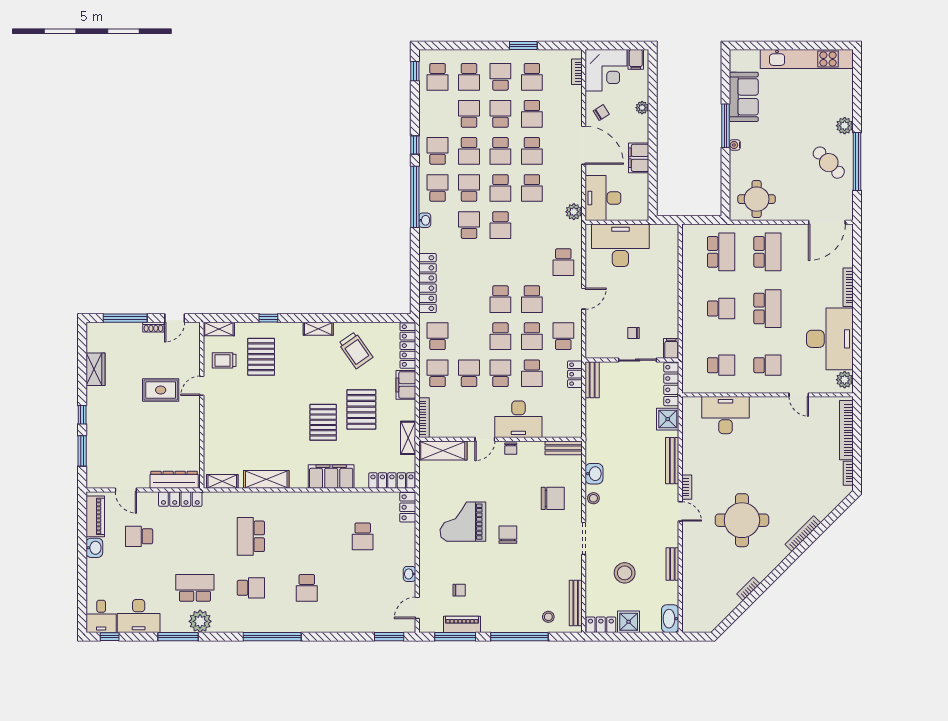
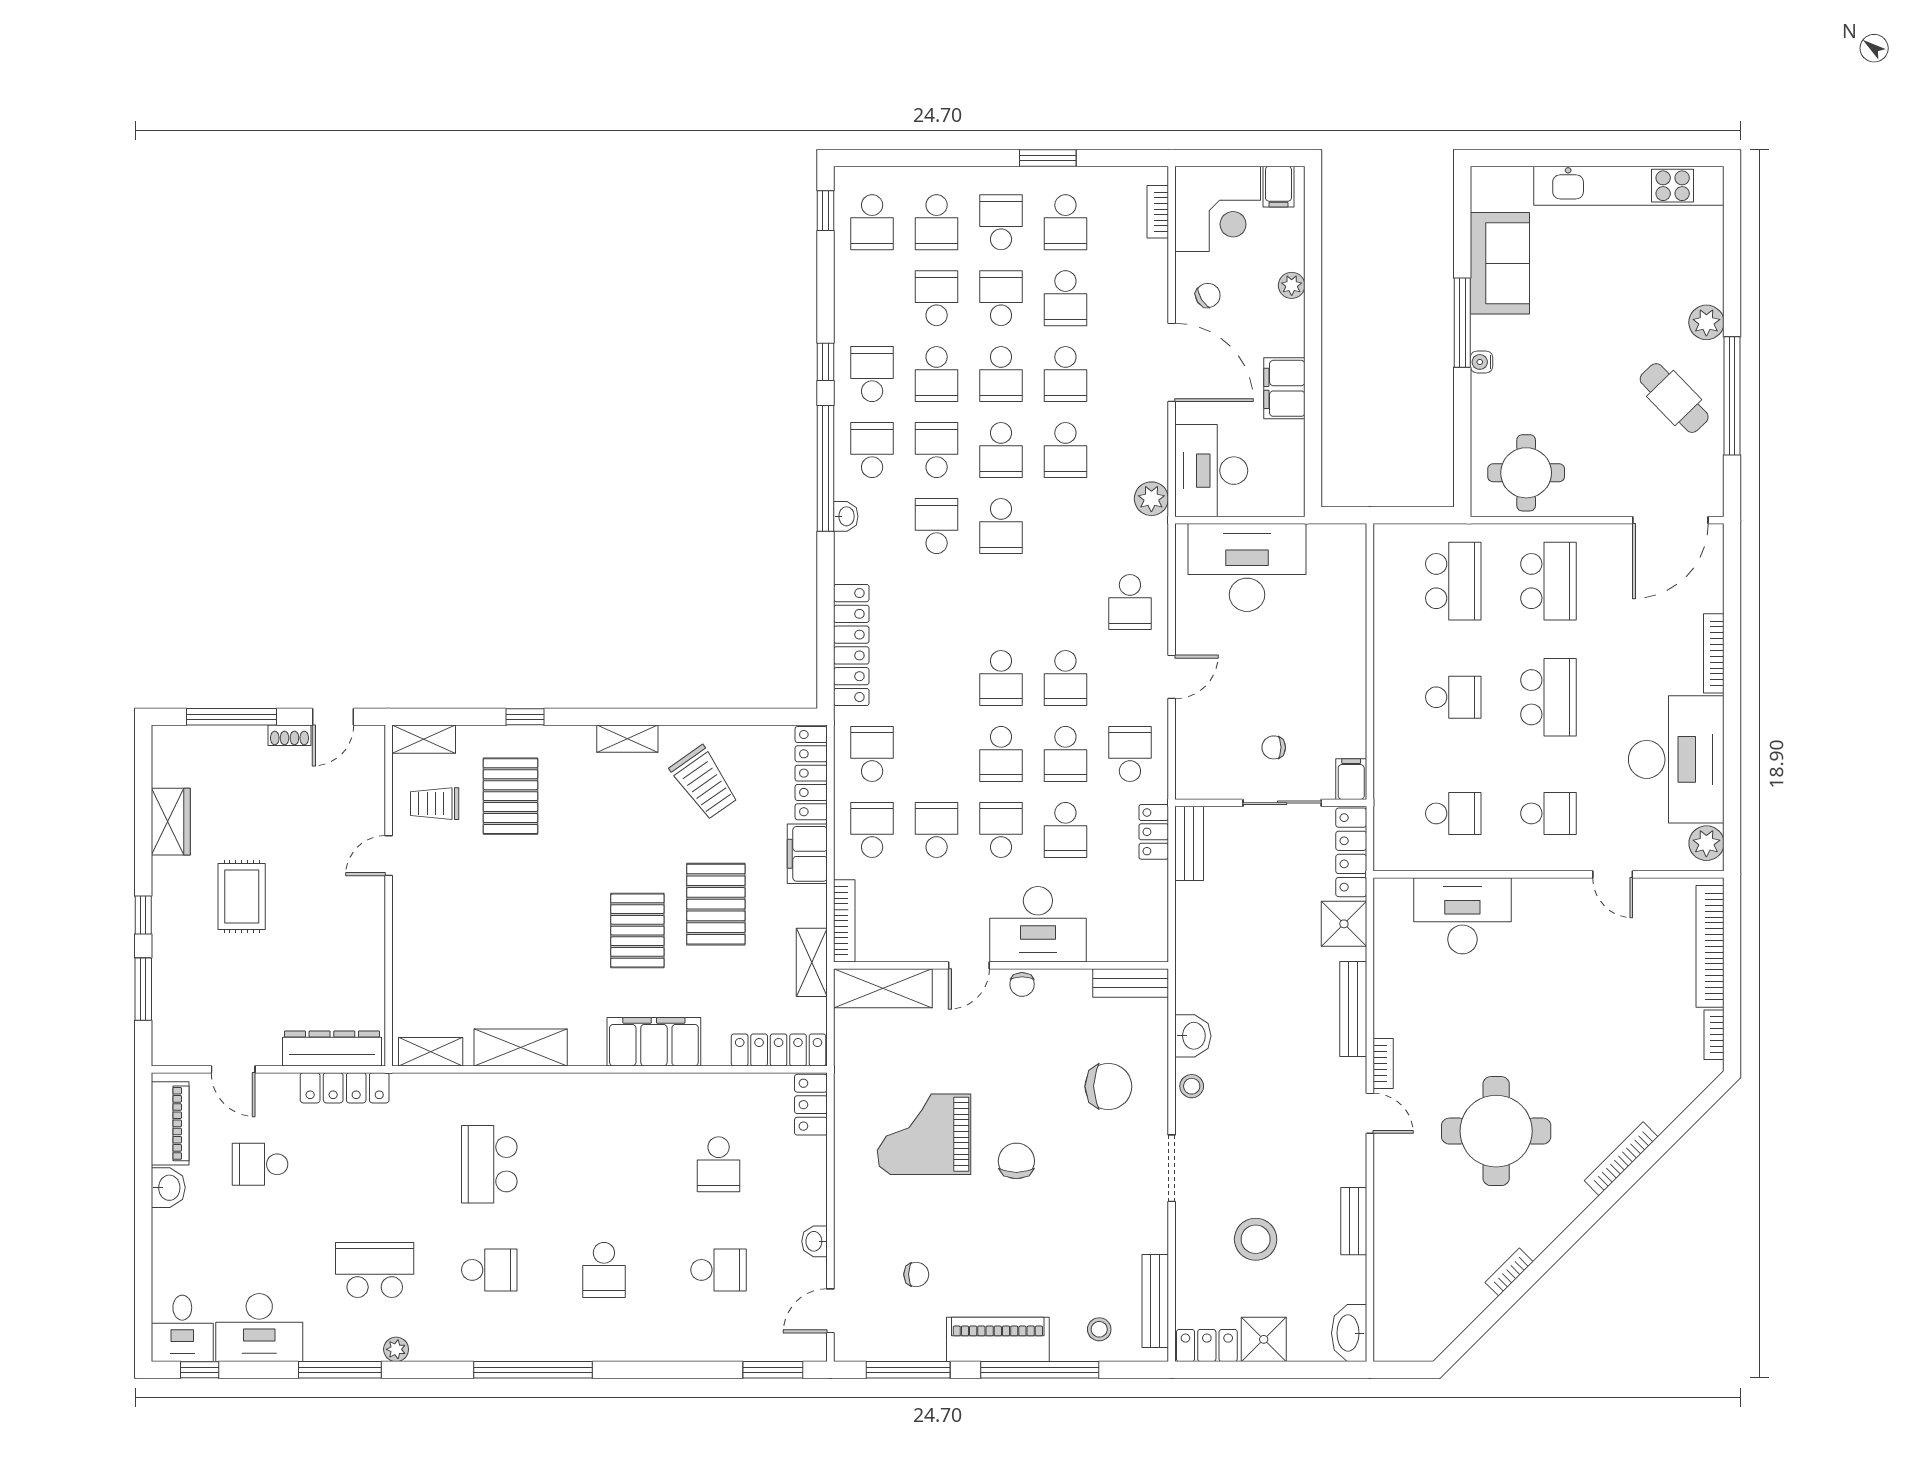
rug: (161, 390) -> (242, 897), moved, turned 90
school desk: (363, 588) -> (719, 1270), added
plant: (200, 621) -> (396, 1349), width x0.53, depth x0.53
piano: (462, 624) -> (998, 1339), moved, width x1.37, depth x1.33

